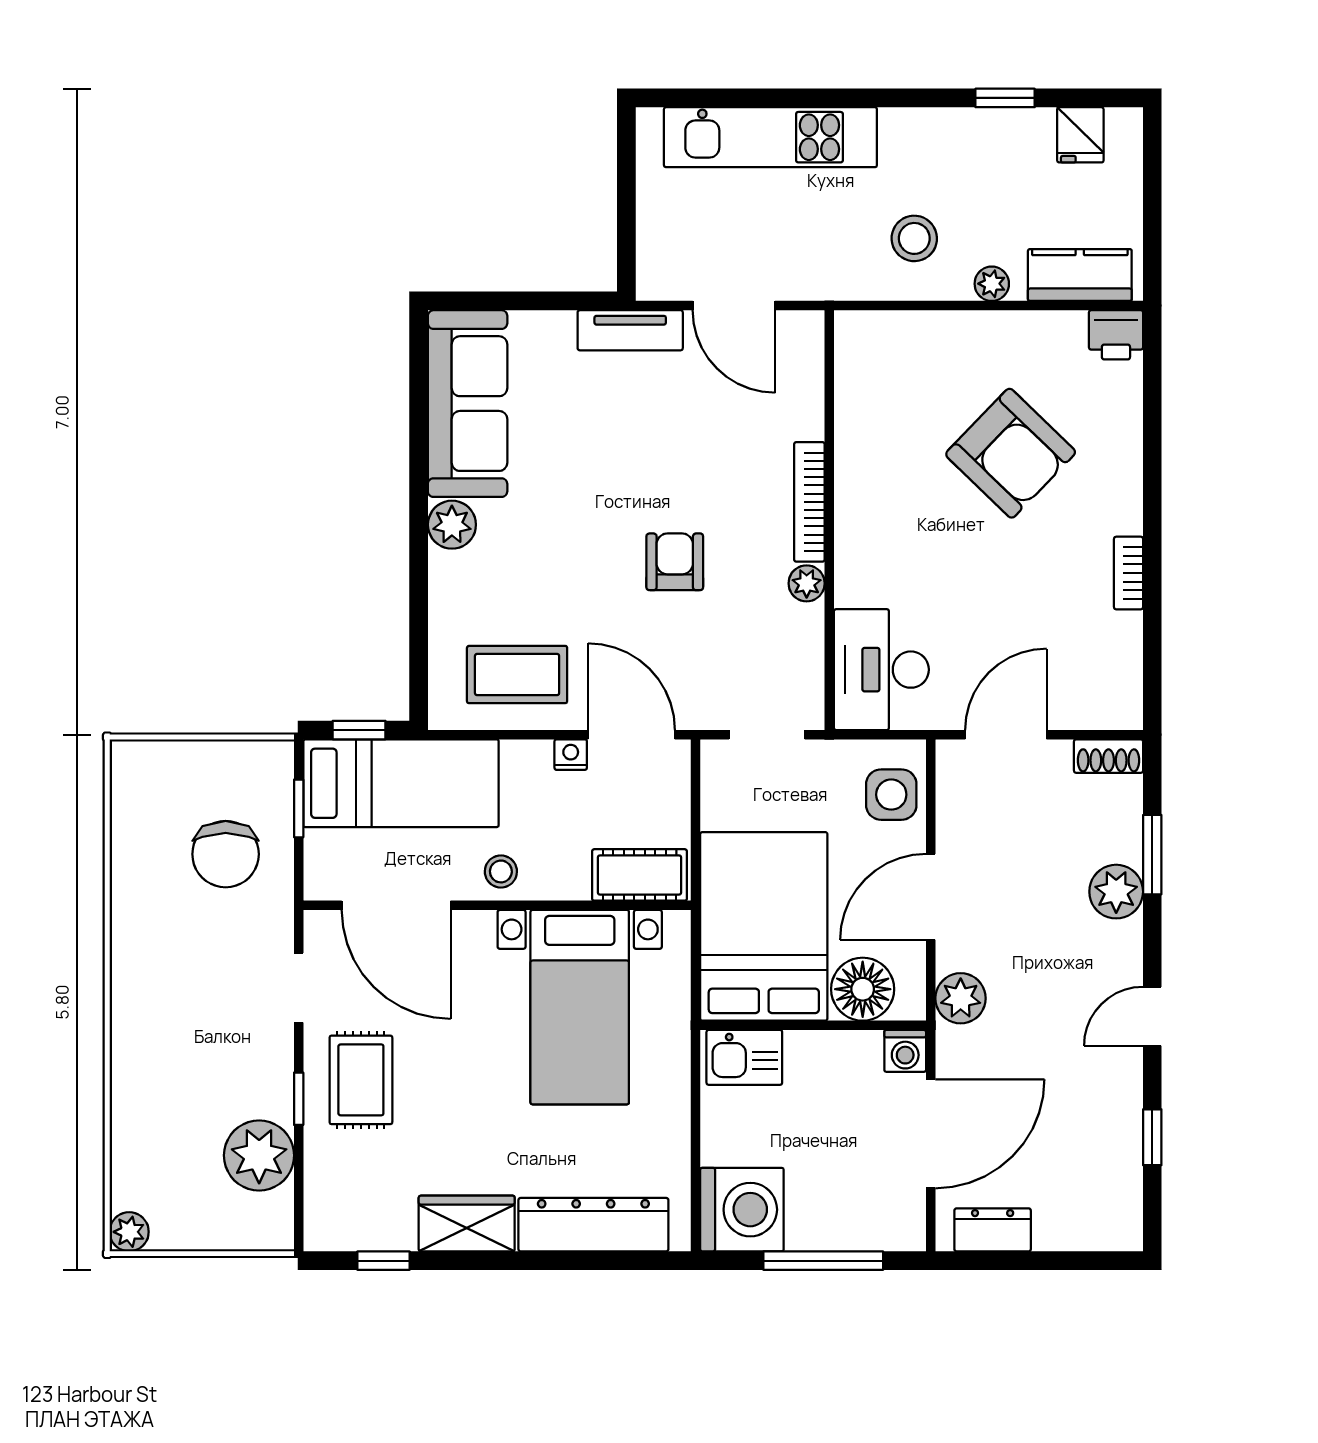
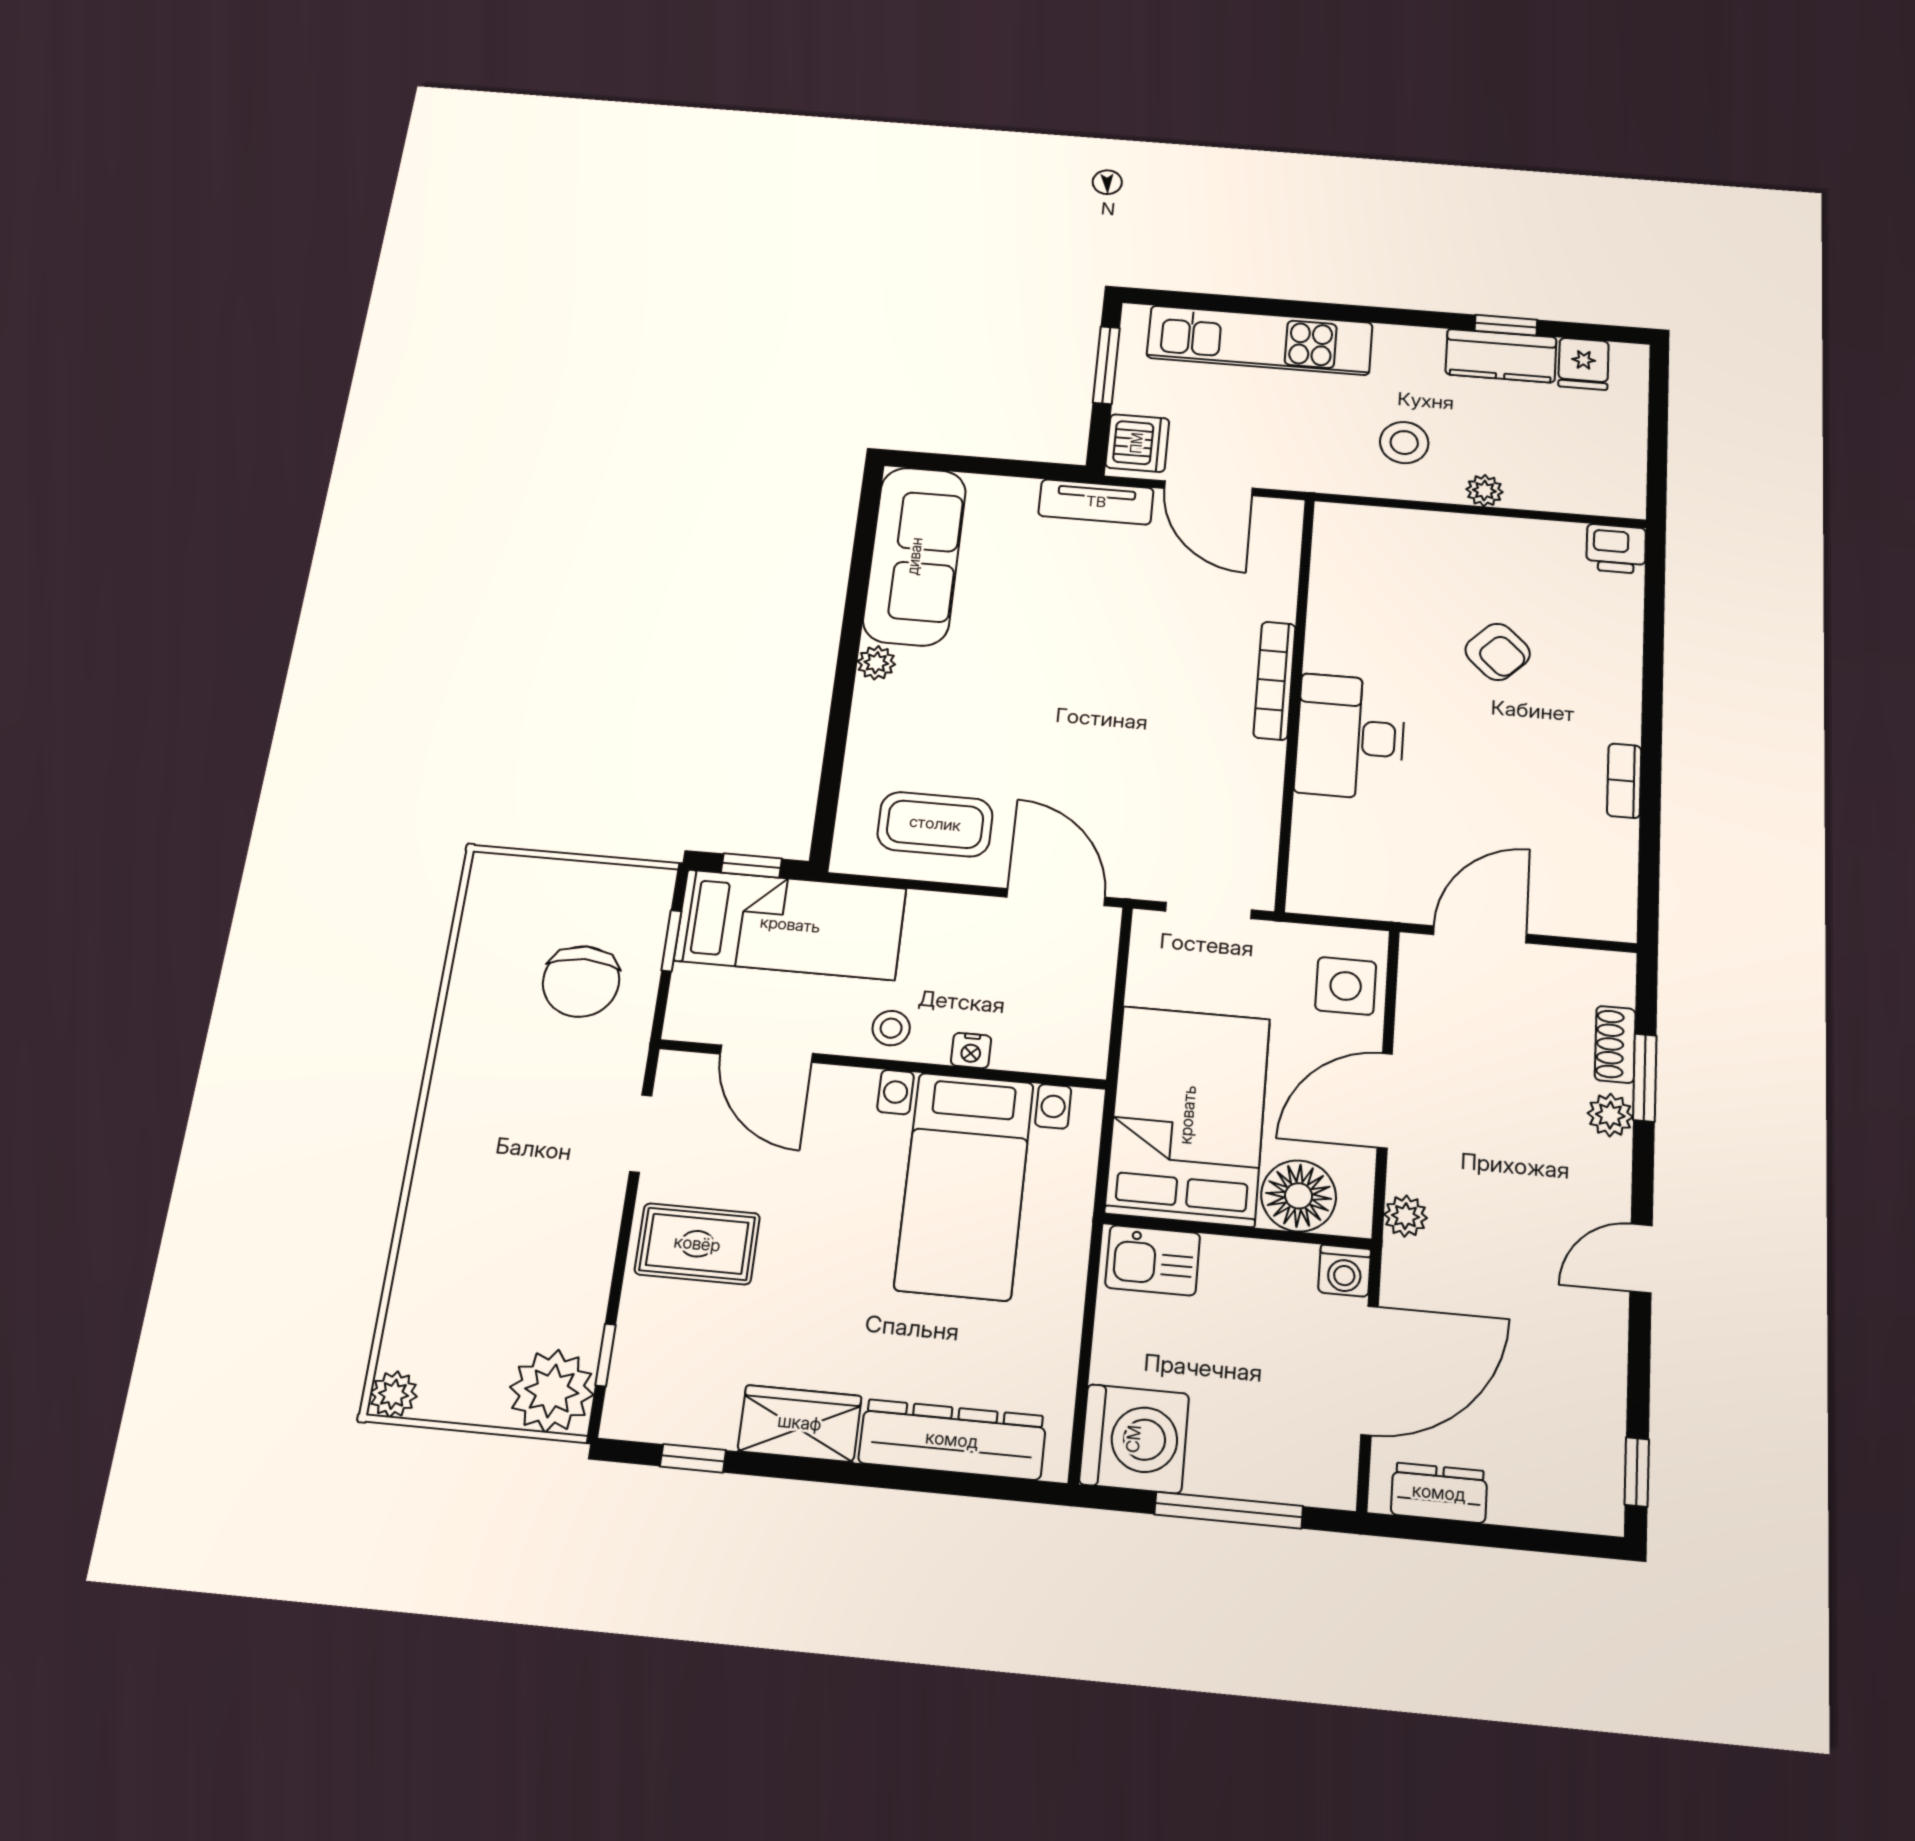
window: (626, 179) -> (1106, 365), added
dishwasher: (663, 263) -> (1137, 443), added
kitchen counter: (1080, 275) -> (1501, 356), moved, turned 180
armchair: (1011, 453) -> (1498, 652), width x0.53, depth x0.53
plant: (452, 525) -> (876, 663), width x0.73, depth x0.73
armchair: (675, 562) -> (1122, 727), removed
plant: (807, 583) -> (1265, 760), removed
desk: (881, 670) -> (1350, 737), moved
nightstand: (571, 755) -> (971, 1051), moved, turned 180
shoe rack: (1109, 756) -> (1615, 1044), moved, turned 90
cot: (639, 875) -> (1050, 1046), removed
plant: (1116, 892) -> (1610, 1115), width x0.73, depth x0.73
door: (396, 905) -> (766, 1054), width x0.73
plant: (961, 998) -> (1406, 1216), width x0.73, depth x0.73
rug: (361, 1080) -> (697, 1244), turned 90
window: (299, 1099) -> (606, 1355), moved
window: (1152, 1137) -> (1637, 1472), moved
plant: (259, 1155) -> (552, 1391), moved

